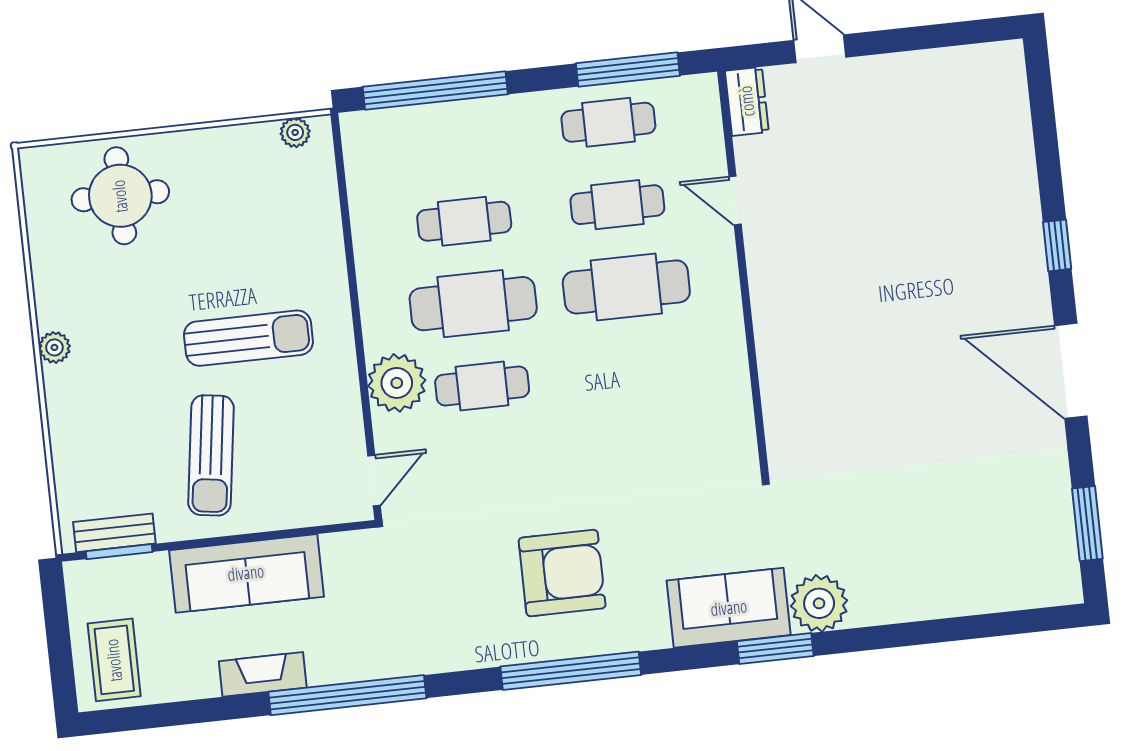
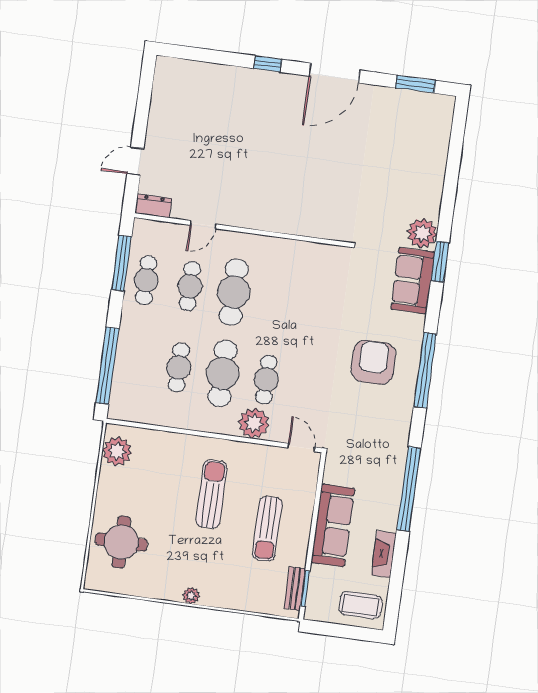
plant: (295, 132) -> (117, 451), width x1.88, depth x1.88
sun lounger: (211, 455) -> (267, 529), turned 82
fireplace: (263, 674) -> (384, 554), moved

